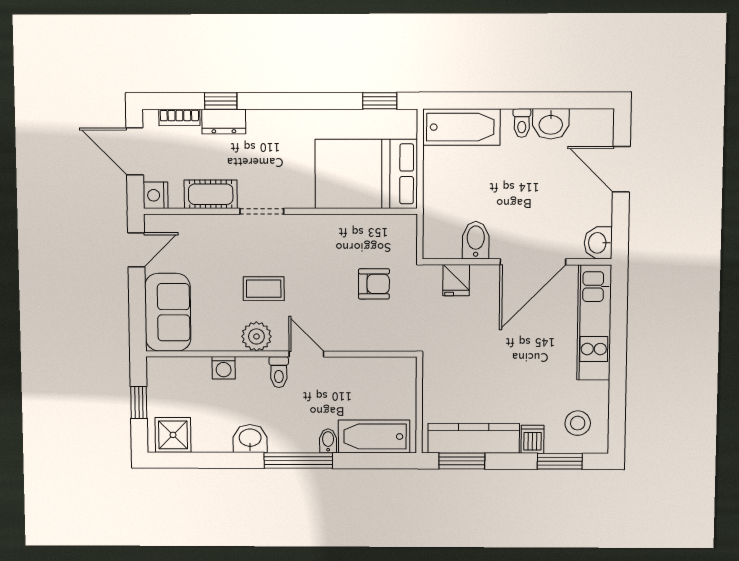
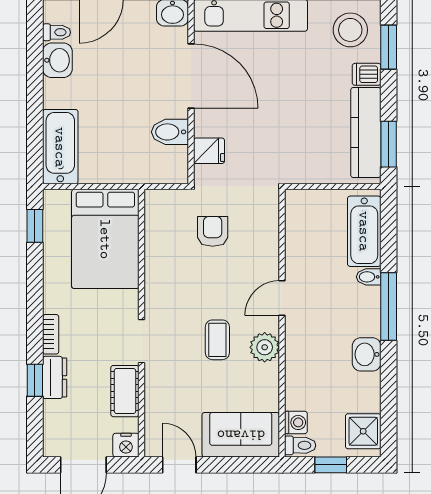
bookcase: (179, 118) -> (51, 334), moved
toilet: (522, 123) -> (57, 32), moved
washing machine: (224, 368) -> (296, 422), moved
toilet: (279, 372) -> (300, 445), moved
stool: (578, 423) -> (350, 30), width x1.38, depth x1.38

